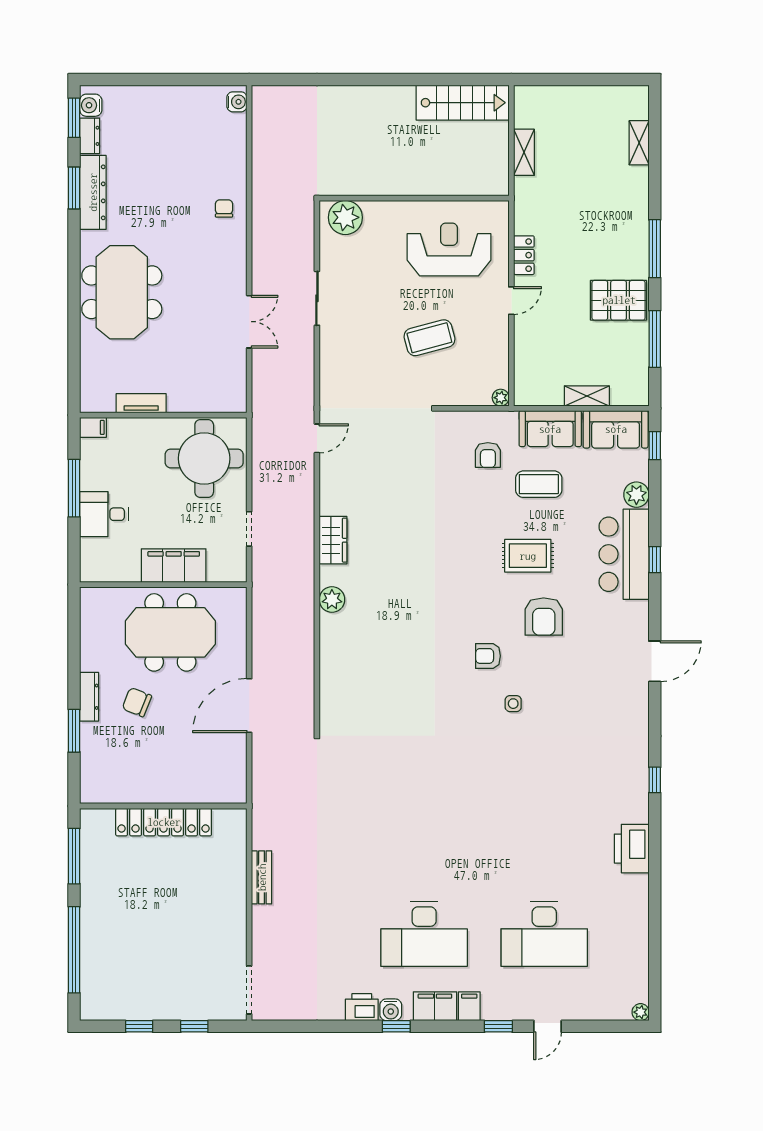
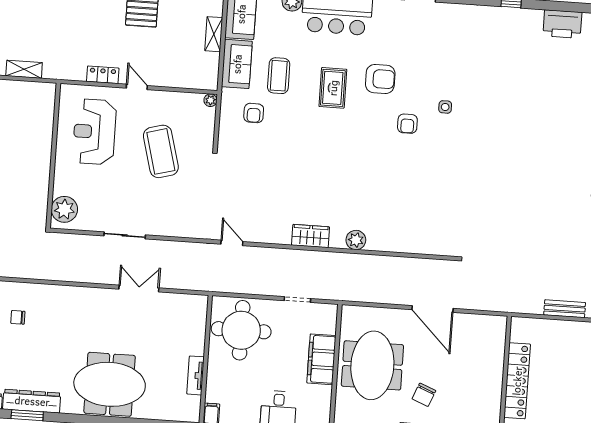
chair: (224, 209) -> (18, 317), moved
coffee table: (429, 338) -> (161, 151), width x1.36, depth x1.32
armchair: (488, 455) -> (254, 113), turned 90

